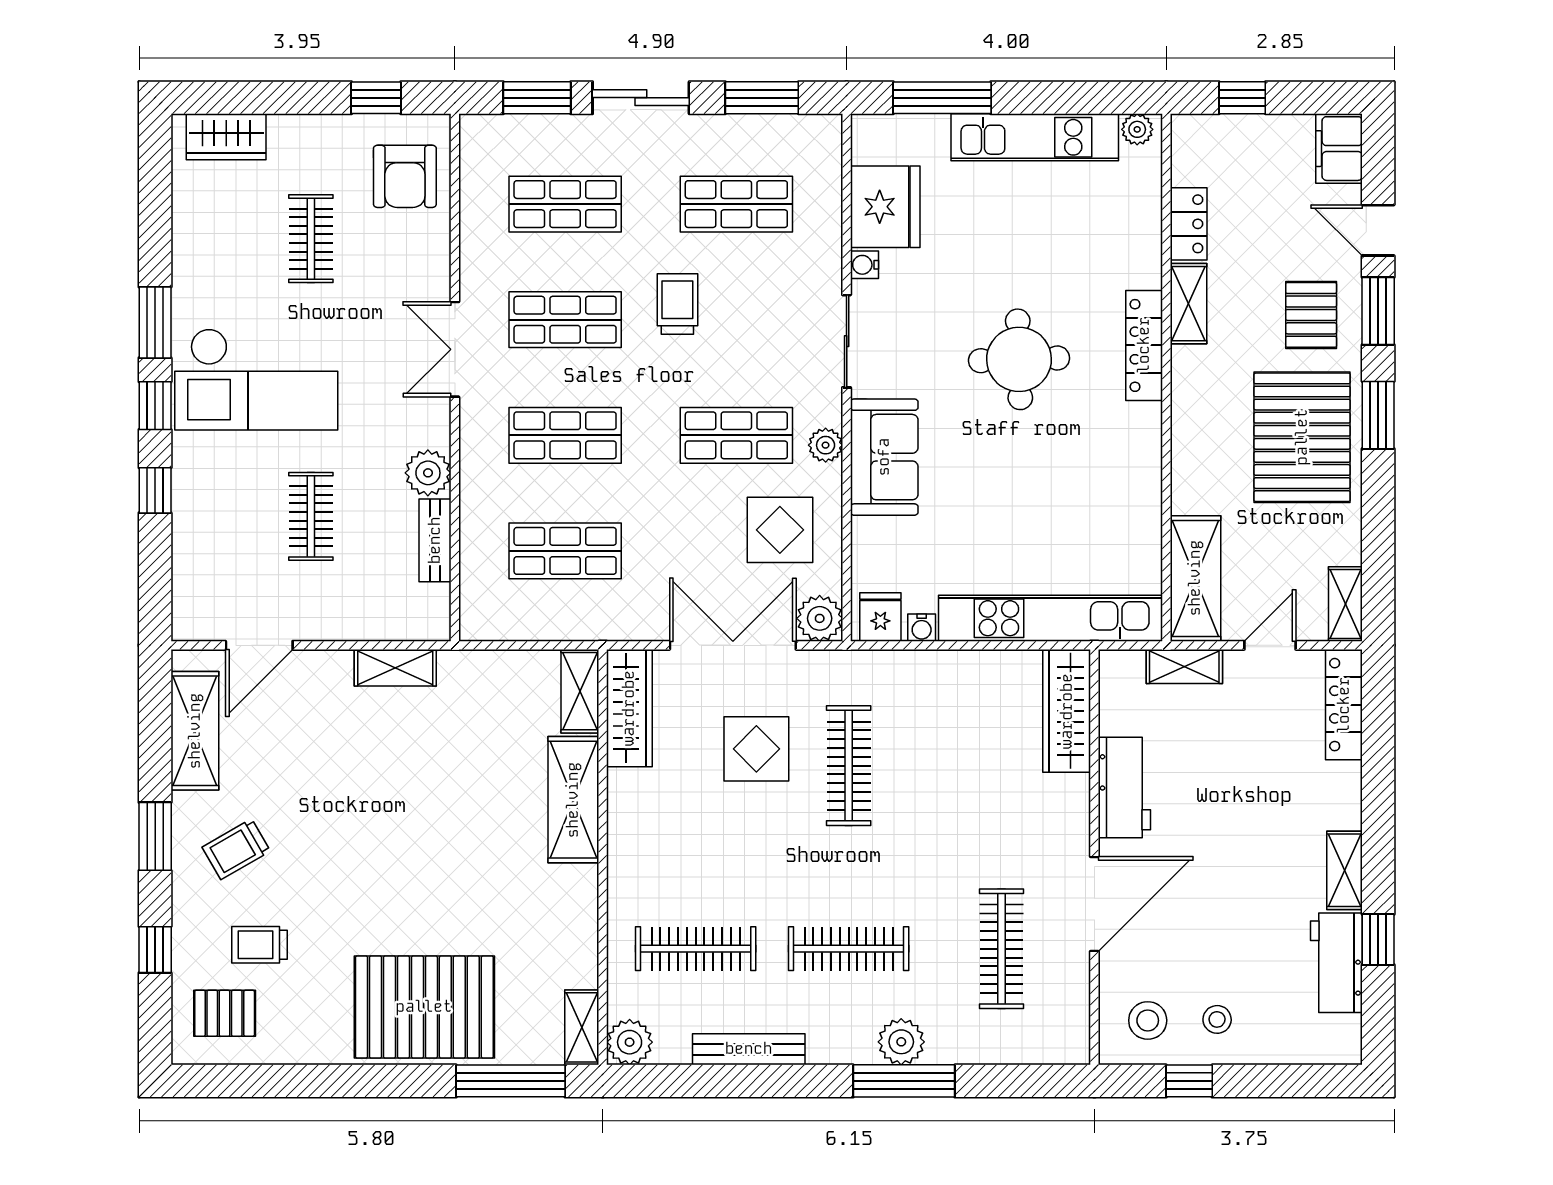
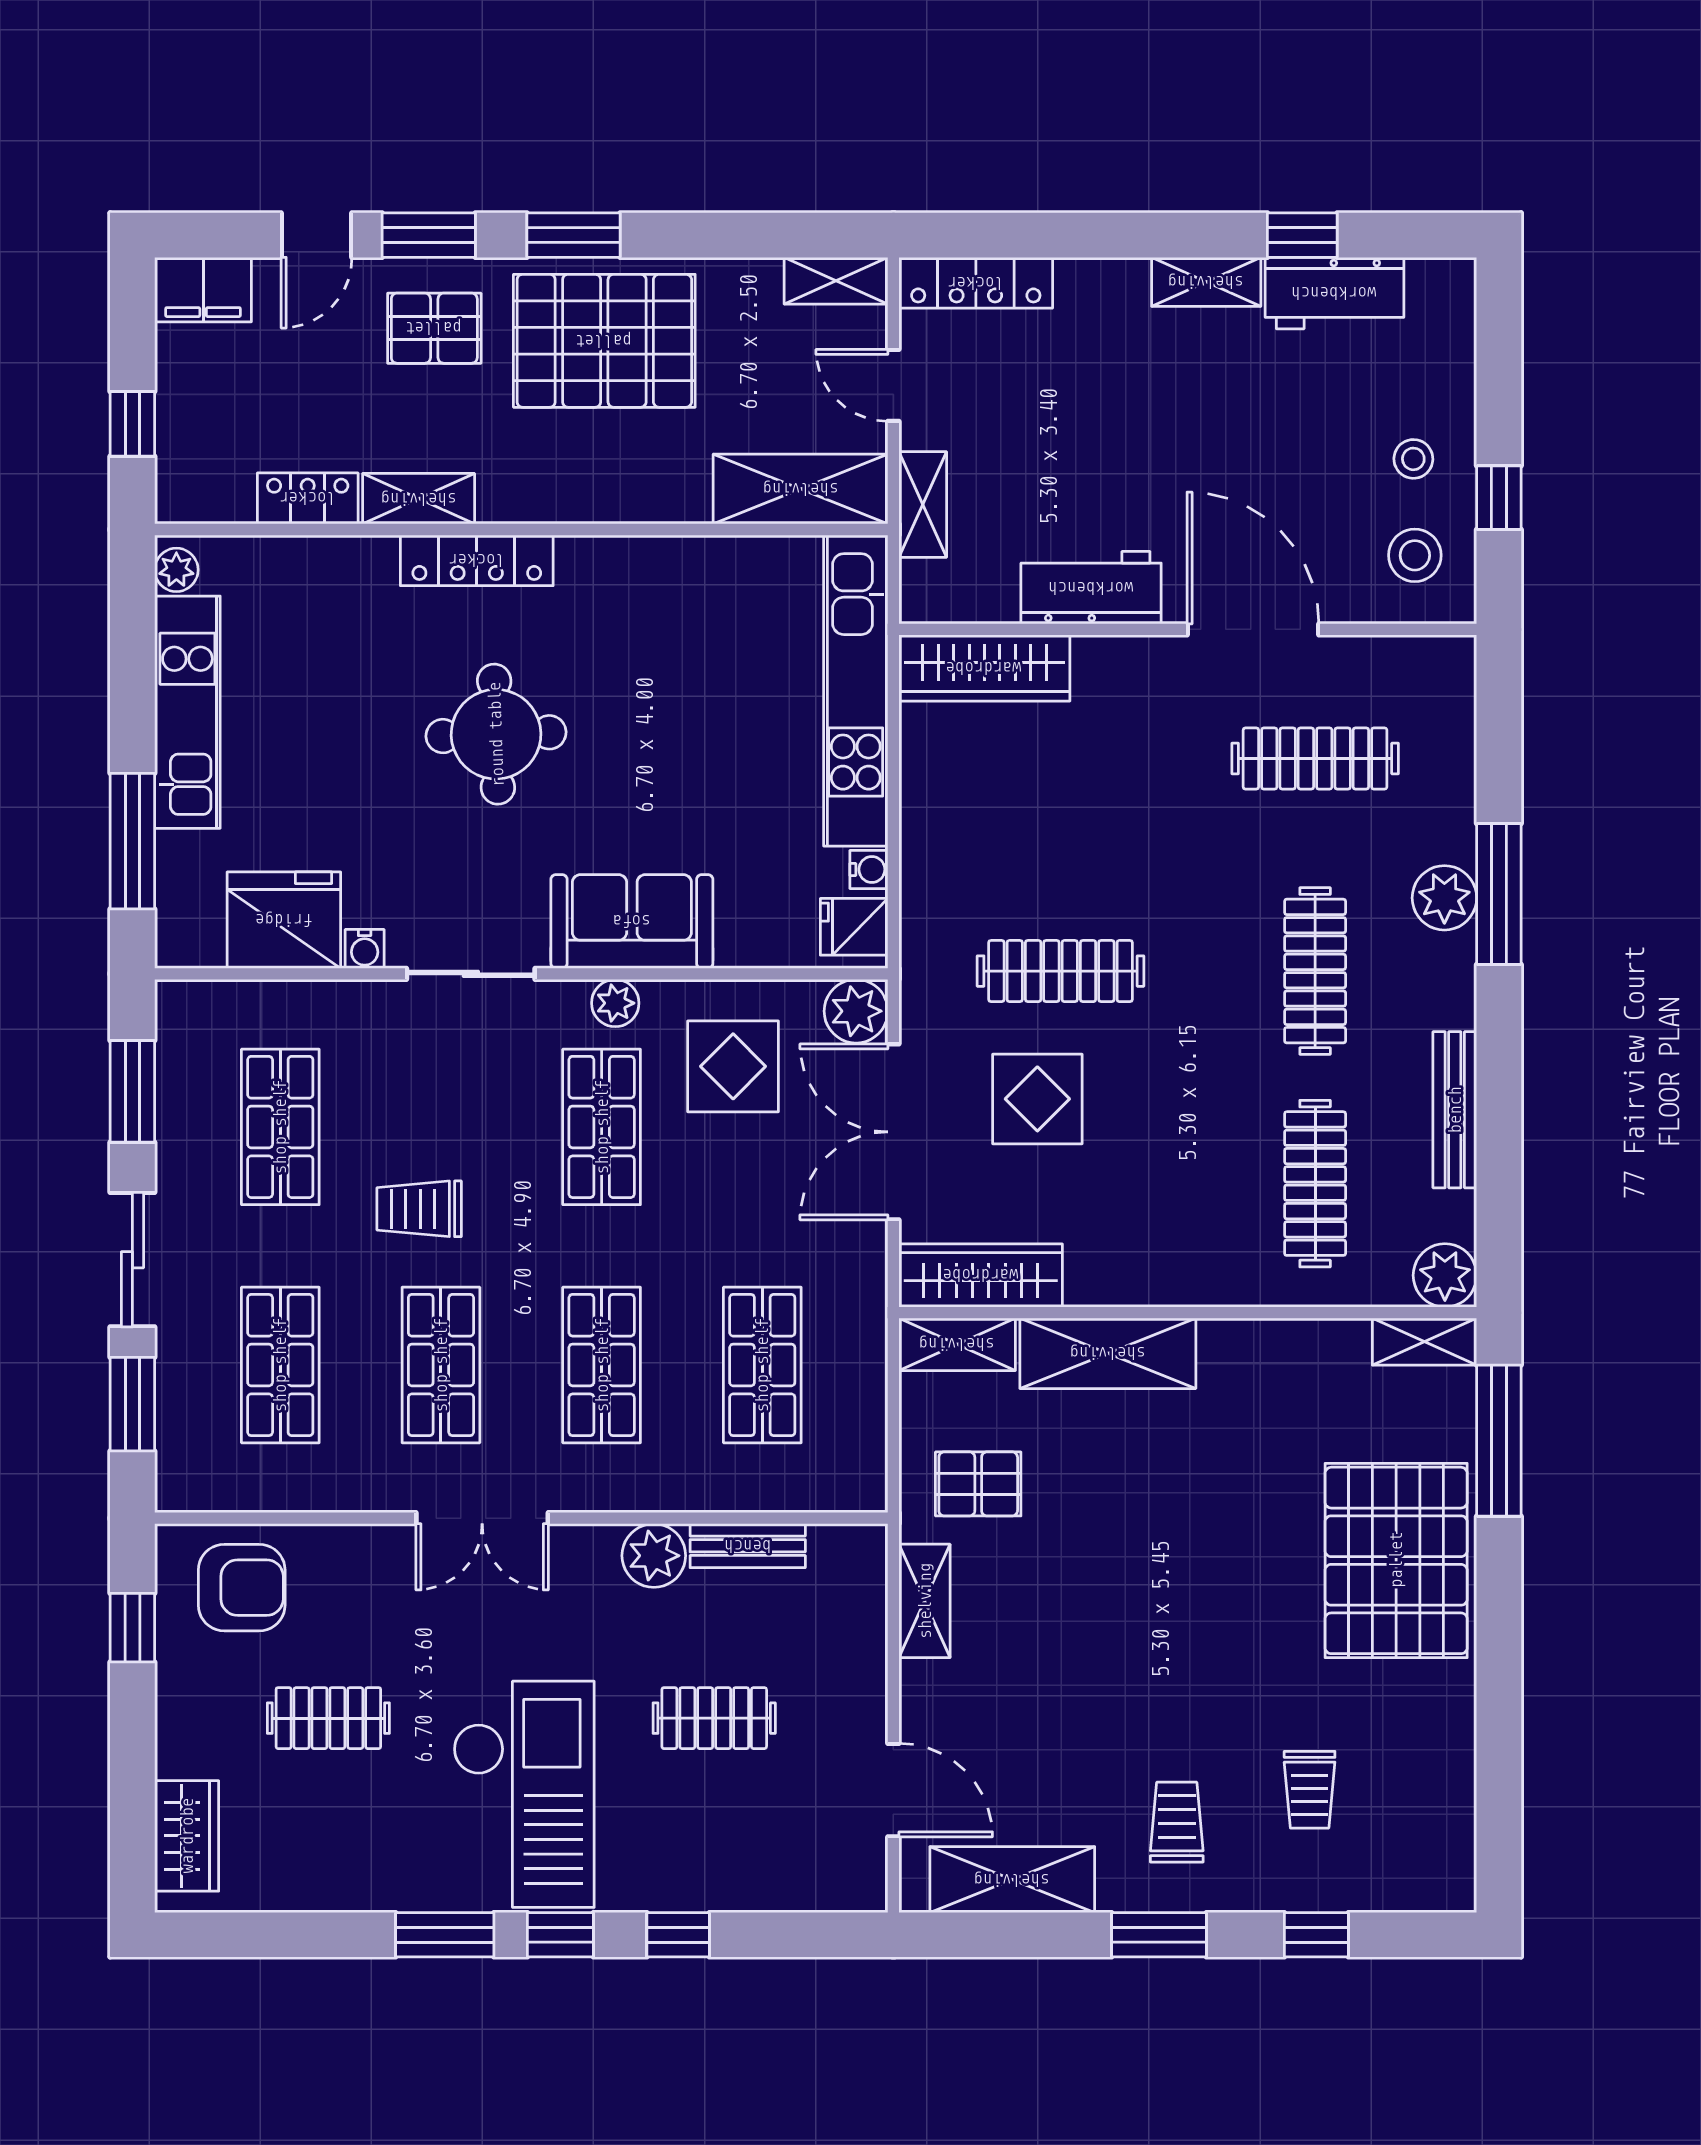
trolley: (236, 849) -> (1177, 1822), turned -150
pallet: (225, 1013) -> (978, 1484), moved, turned 90

